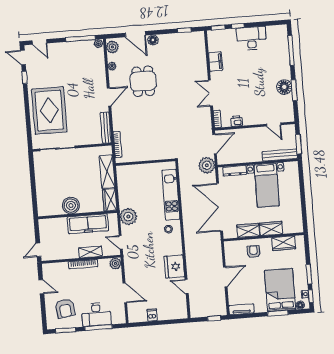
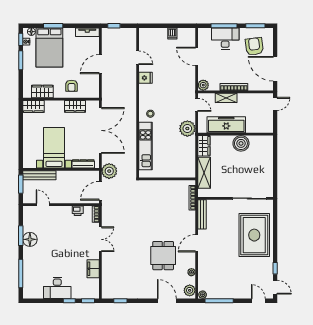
floor lamp: (153, 40) -> (151, 294), removed
wardrobe: (271, 228) -> (33, 106), moved
fridge: (174, 266) -> (145, 78), width x0.53, depth x0.75
door: (41, 287) -> (275, 69), width x1.87

